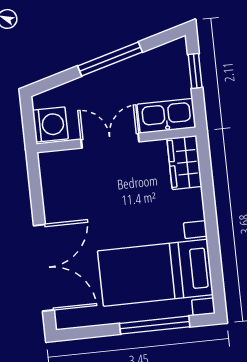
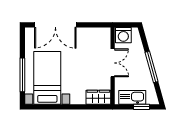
kitchen sink: (166, 116) -> (132, 97), moved, turned -90

